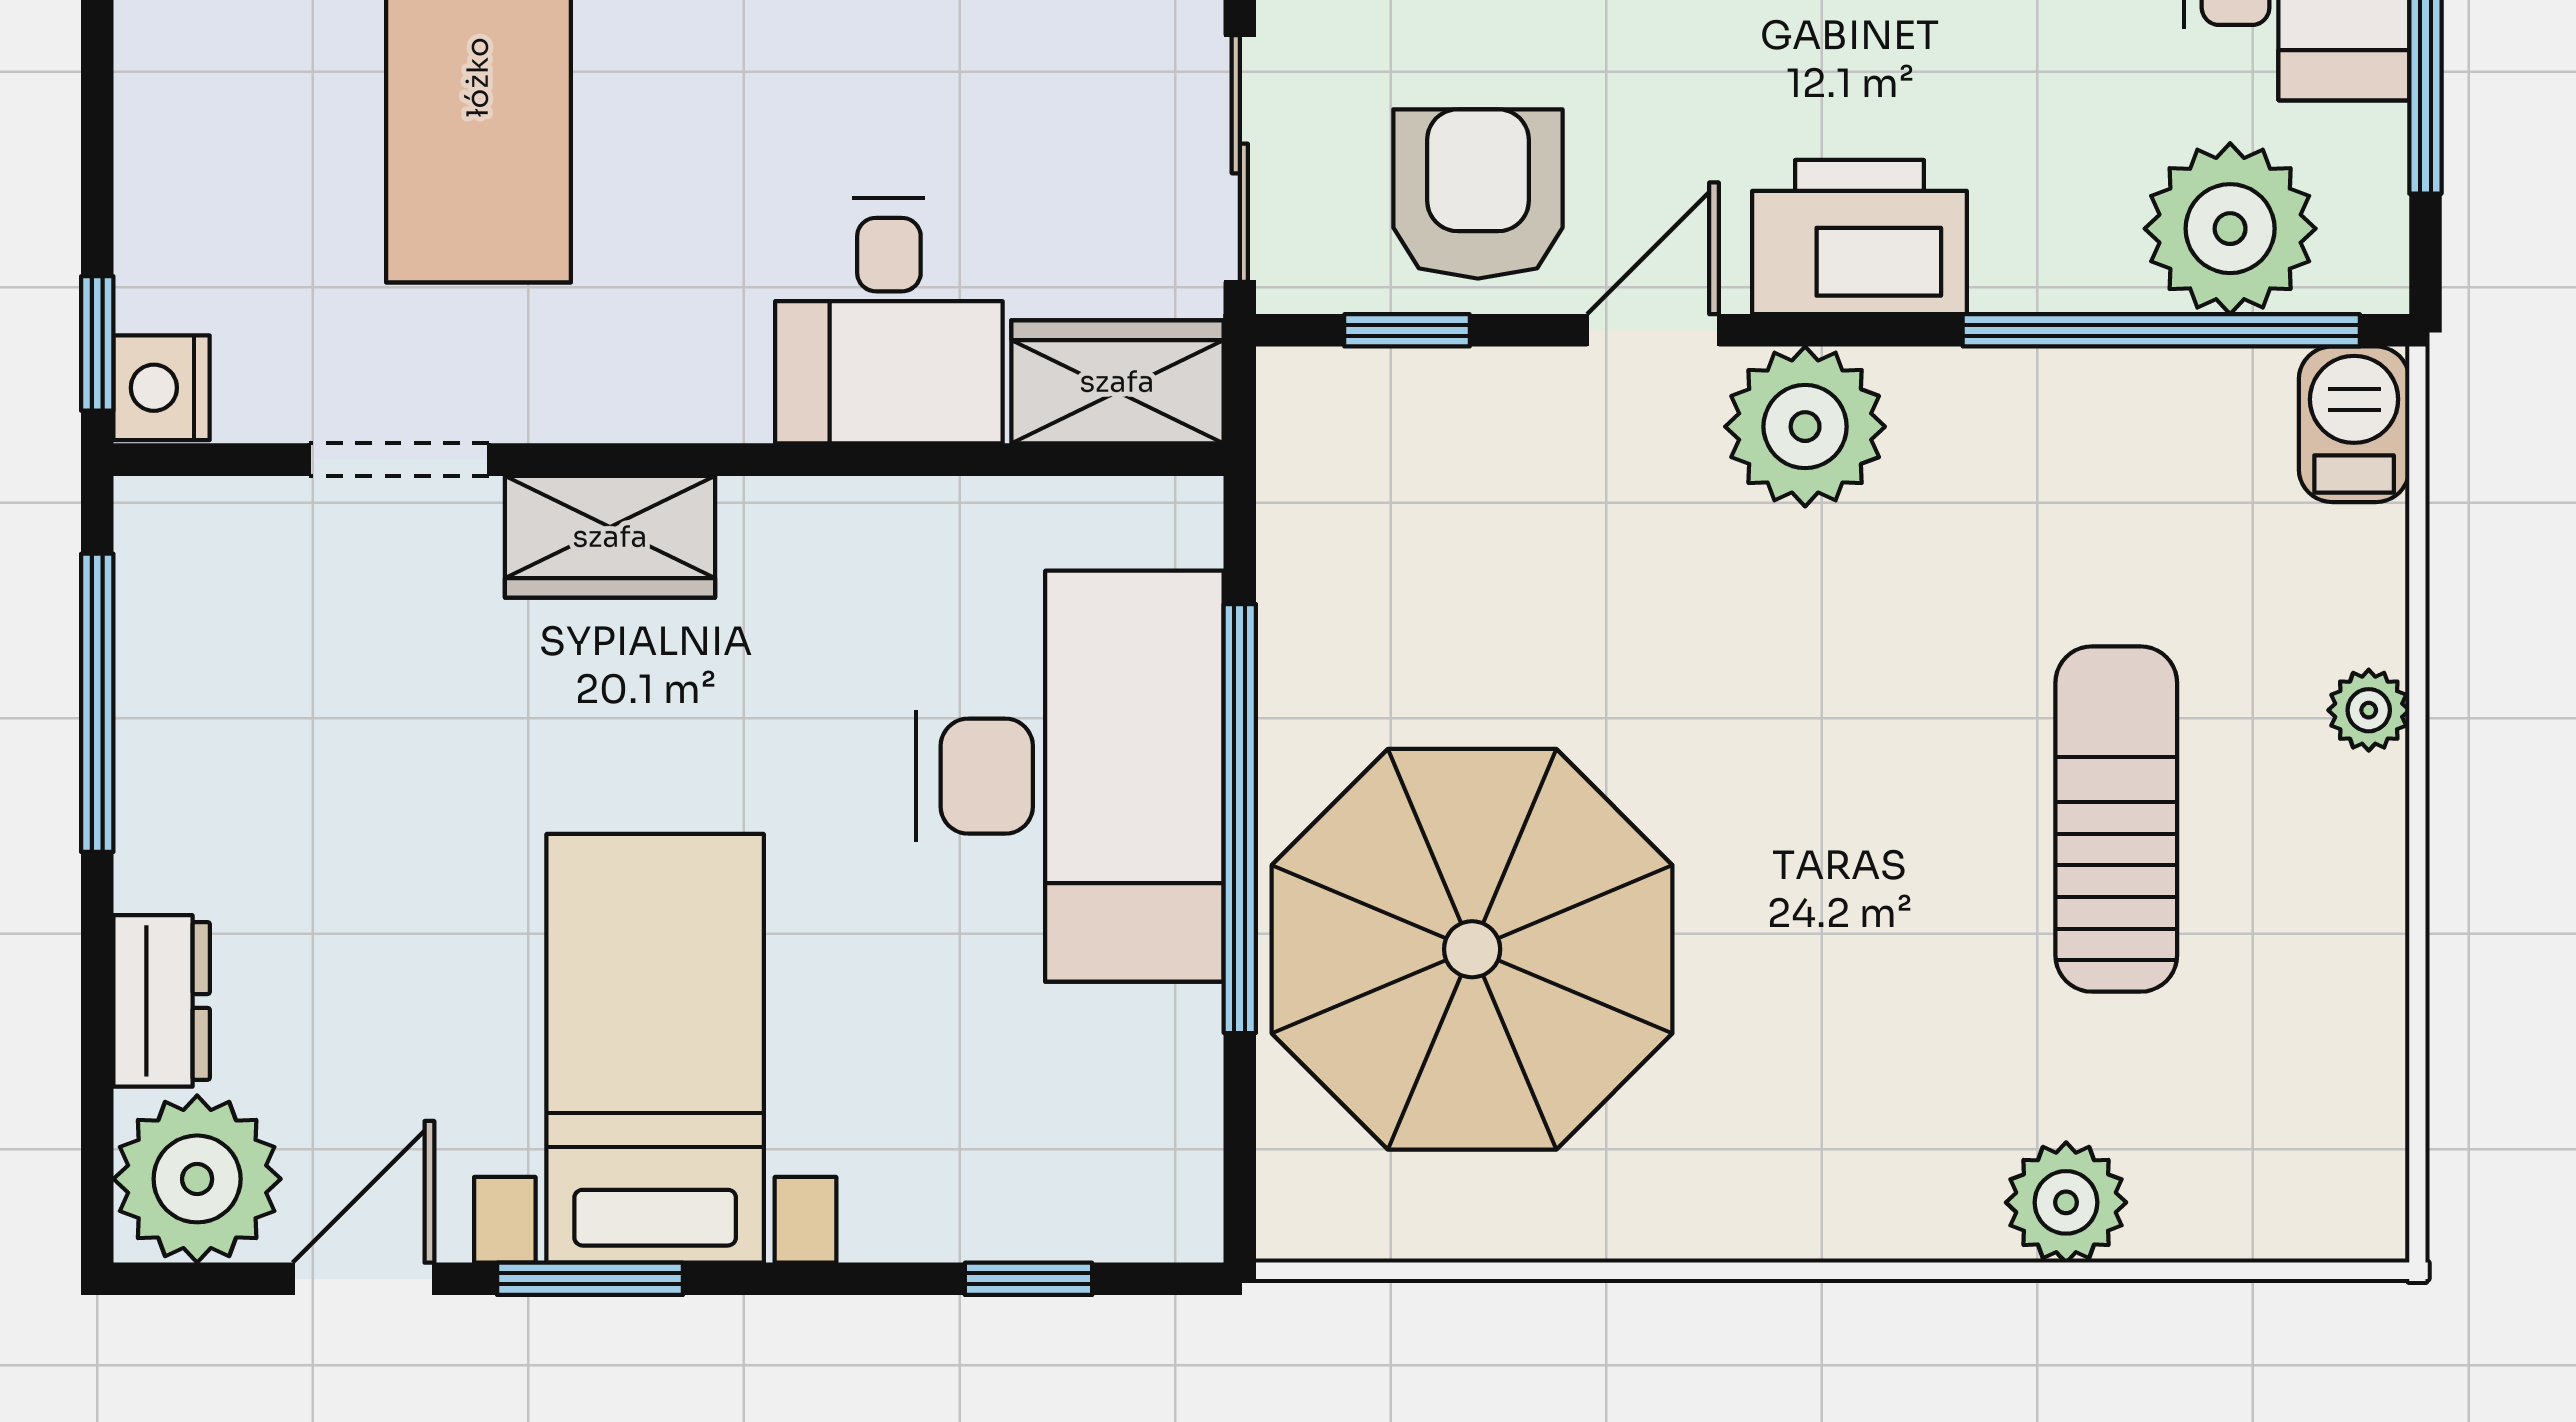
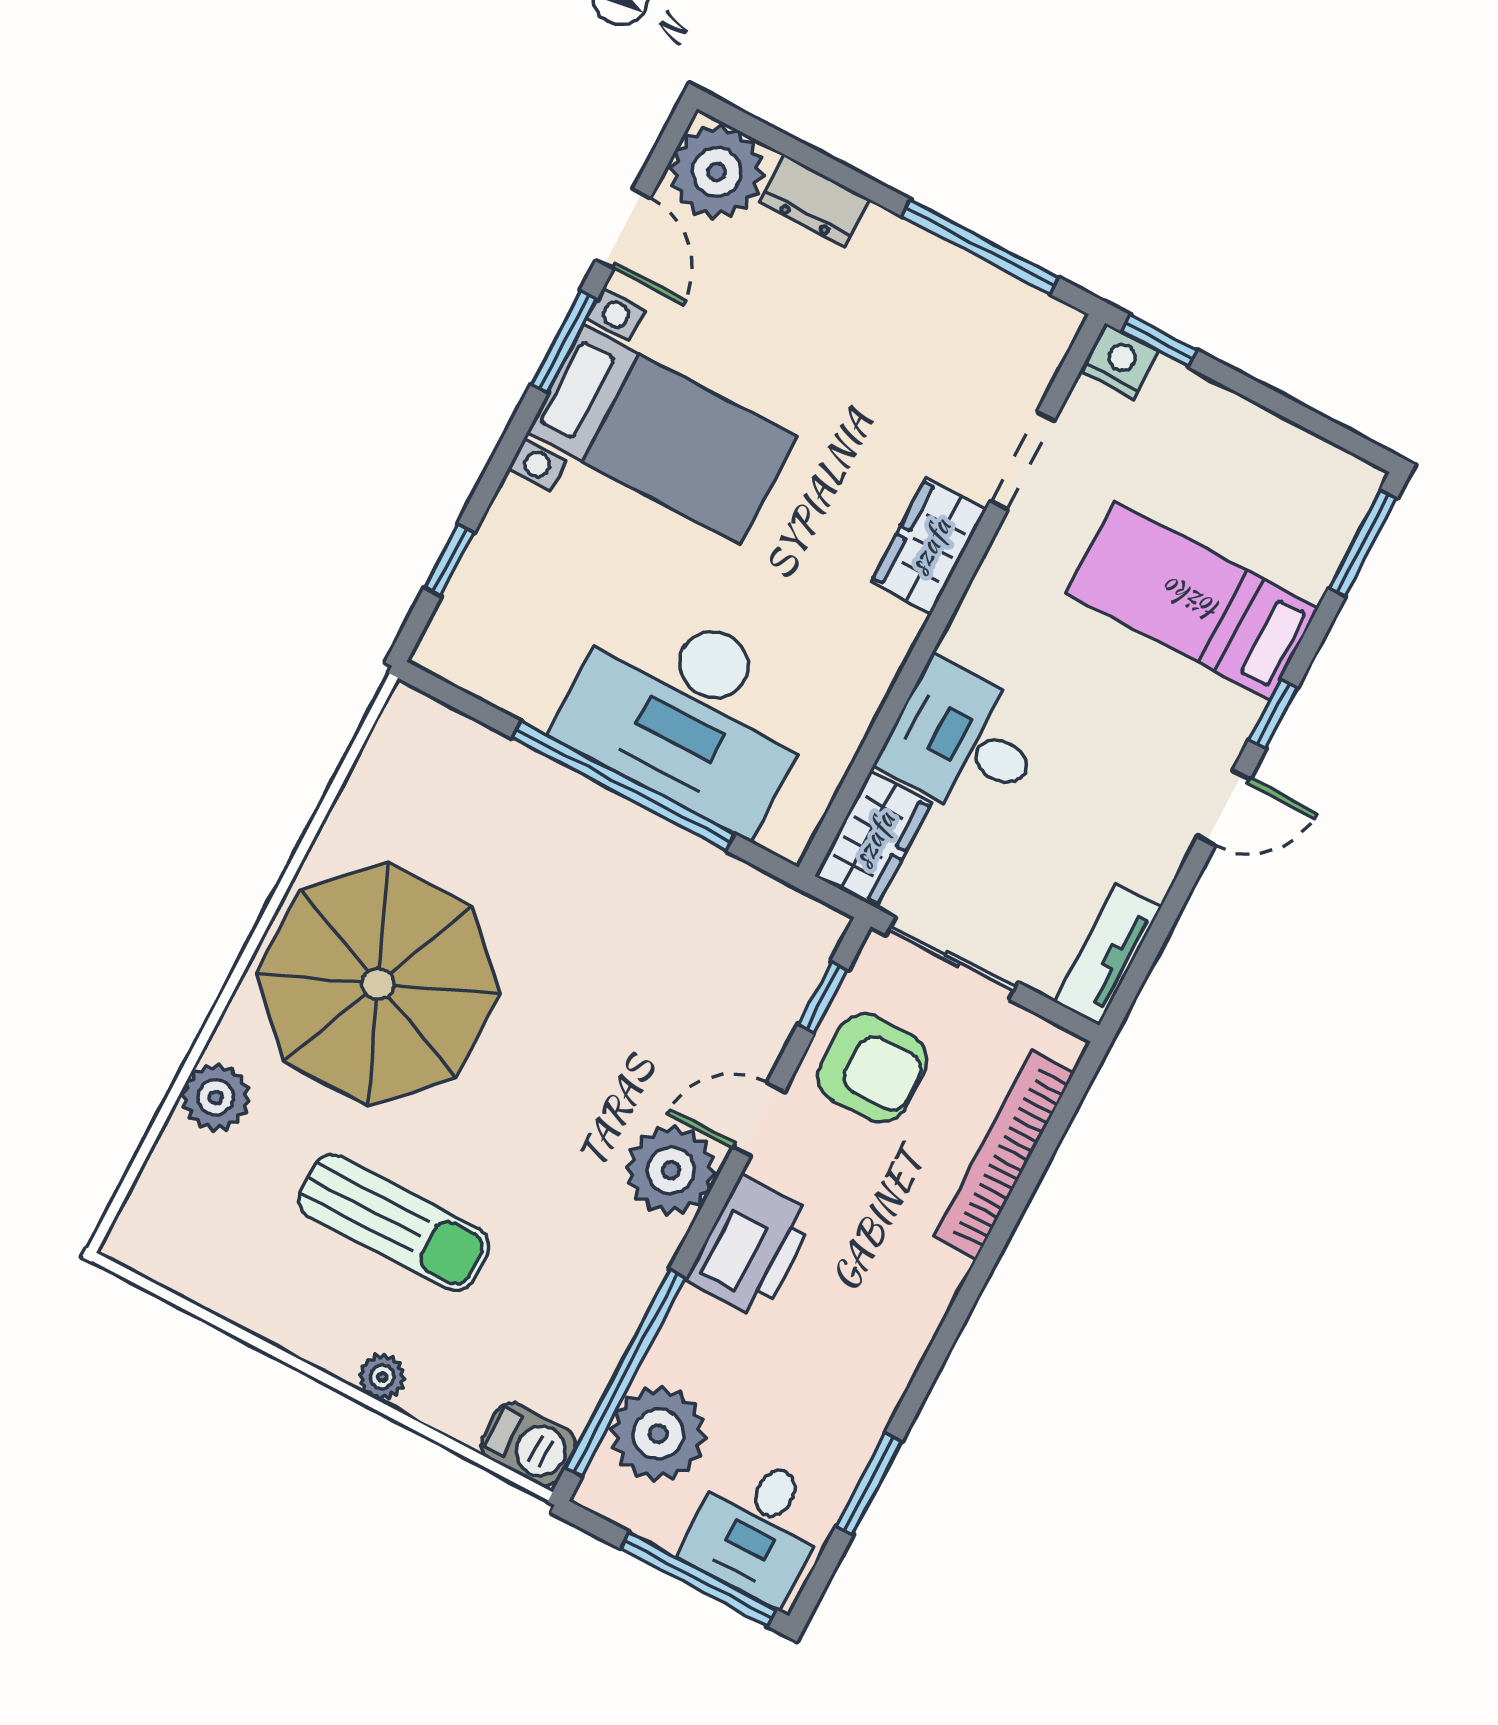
door: (1653, 330) -> (759, 1120), swing flipped
parasol: (1472, 949) -> (378, 984), moved

